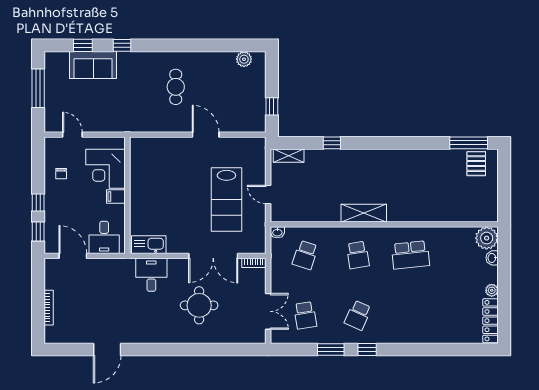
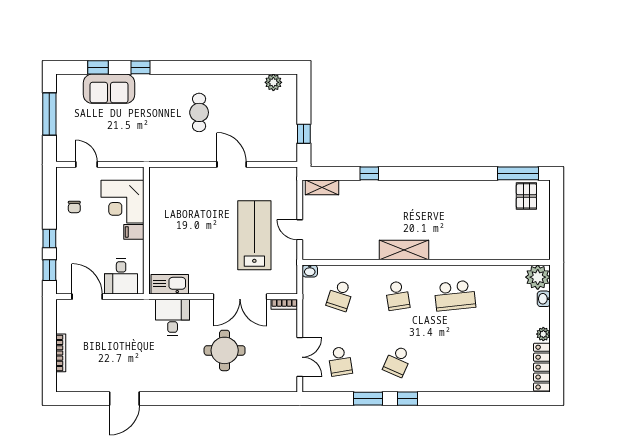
lab bench: (226, 200) -> (254, 235), turned 180

